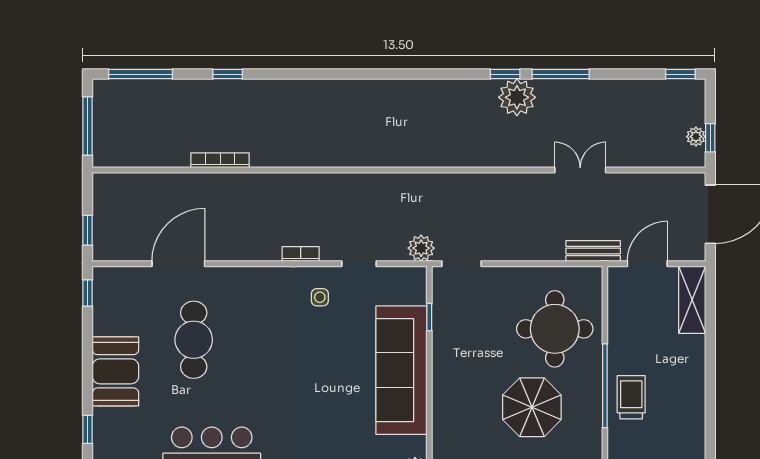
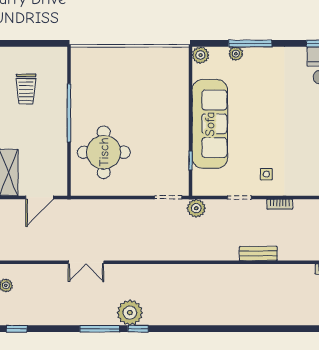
bench: (593, 251) -> (258, 253), moved
trolley: (631, 397) -> (26, 89), moved
parasol: (532, 407) -> (119, 98), removed

